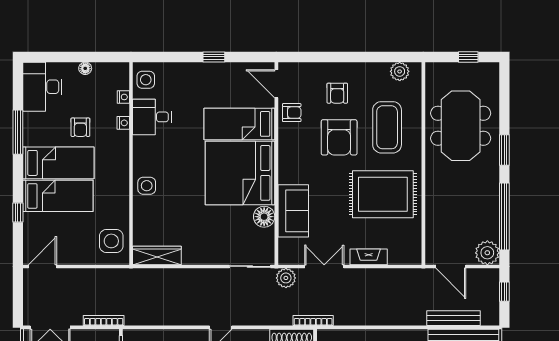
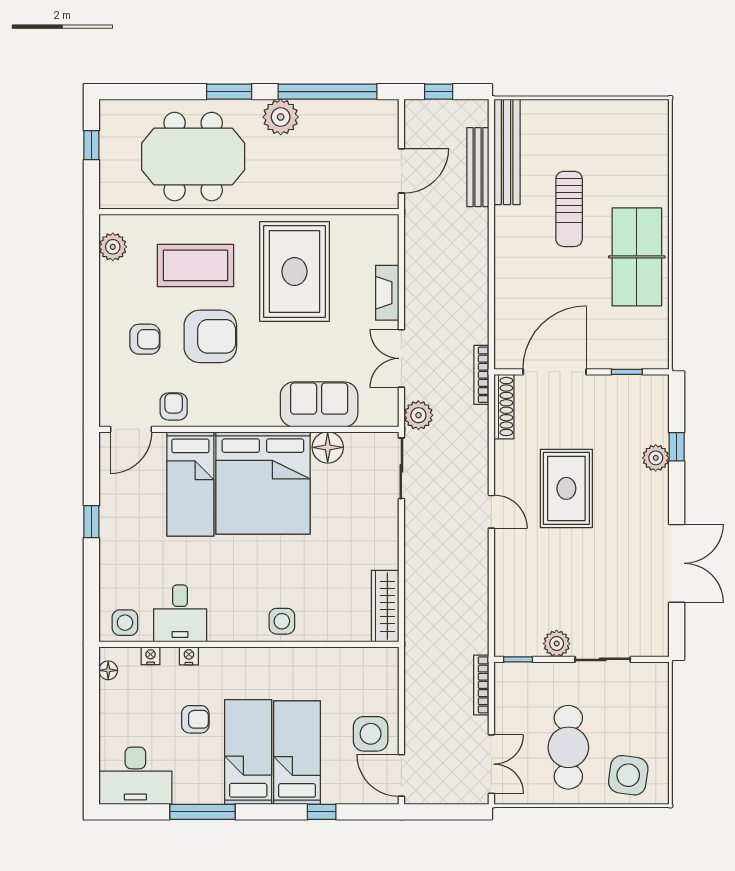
floor lamp: (85, 68) -> (108, 670), moved
side table: (111, 241) -> (371, 734), moved
plant: (487, 253) -> (281, 117), moved

